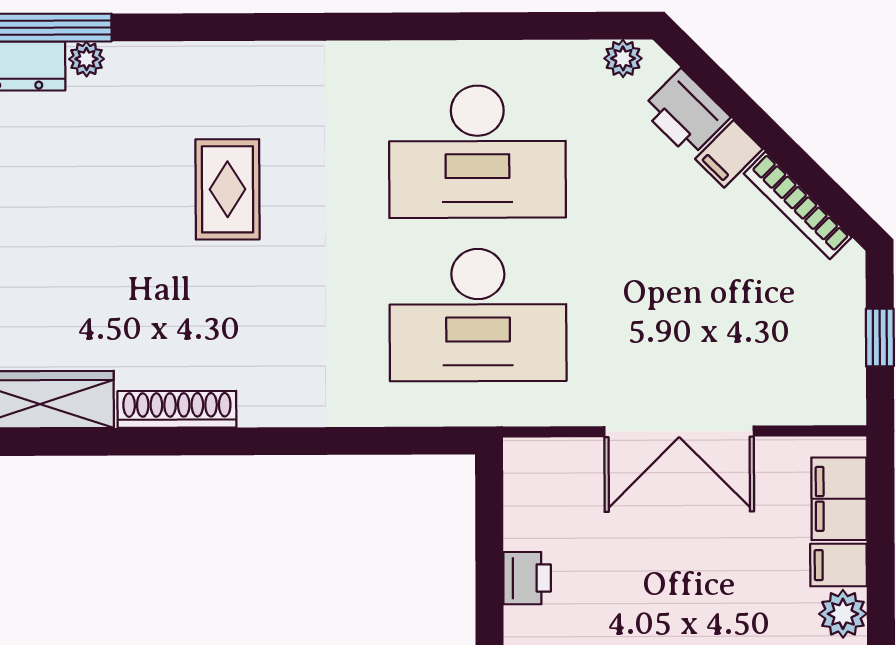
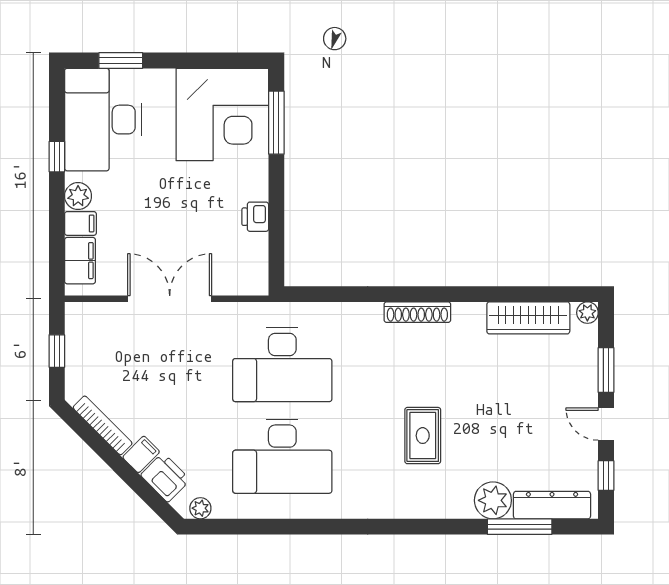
plant: (86, 59) -> (493, 500), width x1.88, depth x1.88
desk: (477, 152) -> (282, 456), turned 180
desk: (478, 315) -> (282, 365), turned 180
shoe rack: (177, 409) -> (417, 312), moved

